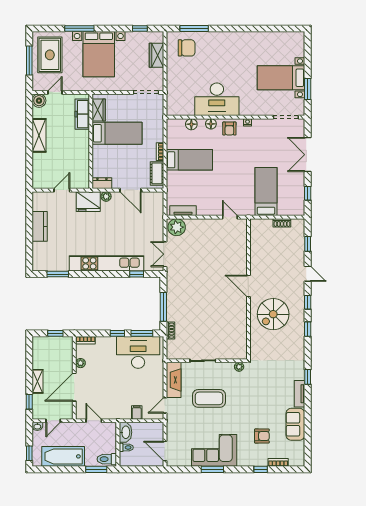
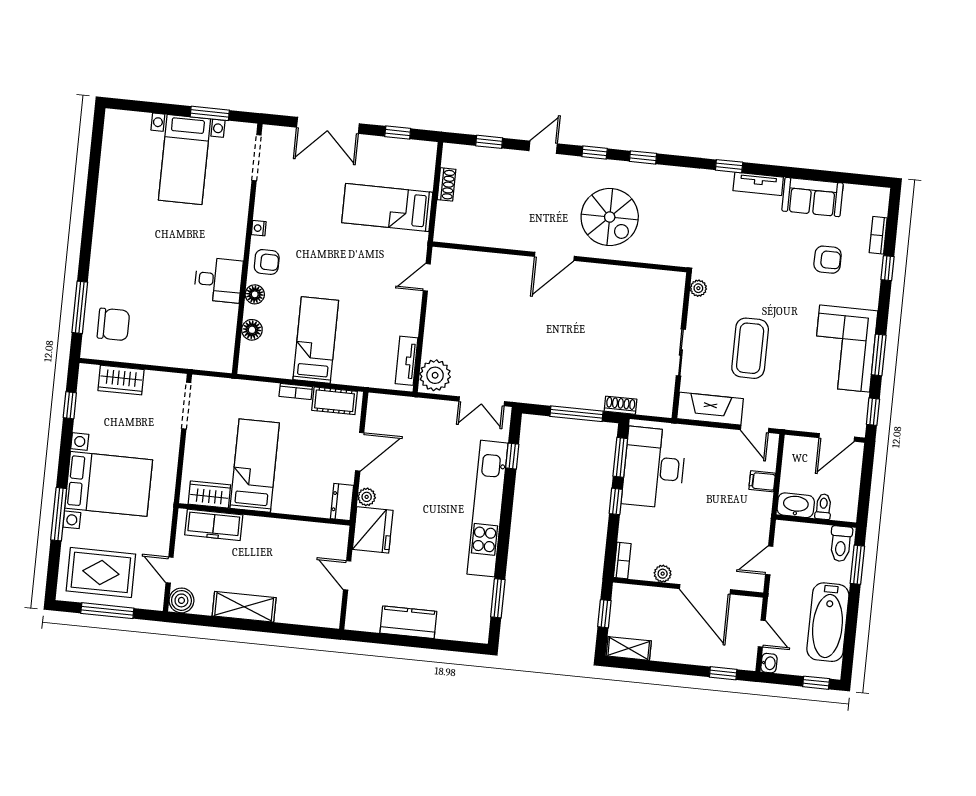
chair: (187, 48) -> (113, 324), turned 90
desk: (217, 99) -> (218, 280), width x0.53, depth x0.77
shelving: (38, 381) -> (629, 648), moved
armchair: (262, 436) -> (828, 260), turned 90
window: (181, 469) -> (873, 412), added

